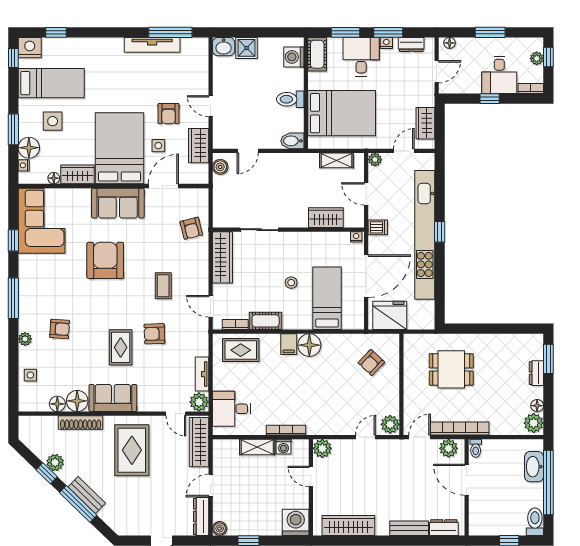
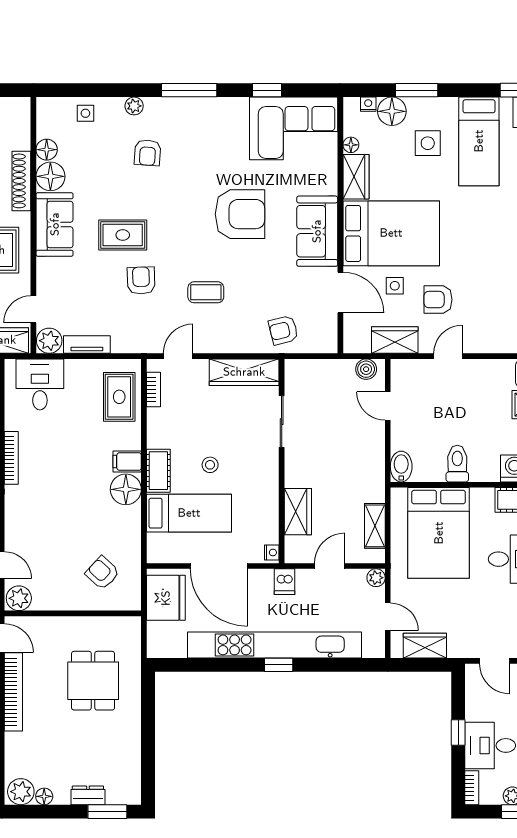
cot: (266, 321) -> (158, 471), moved

